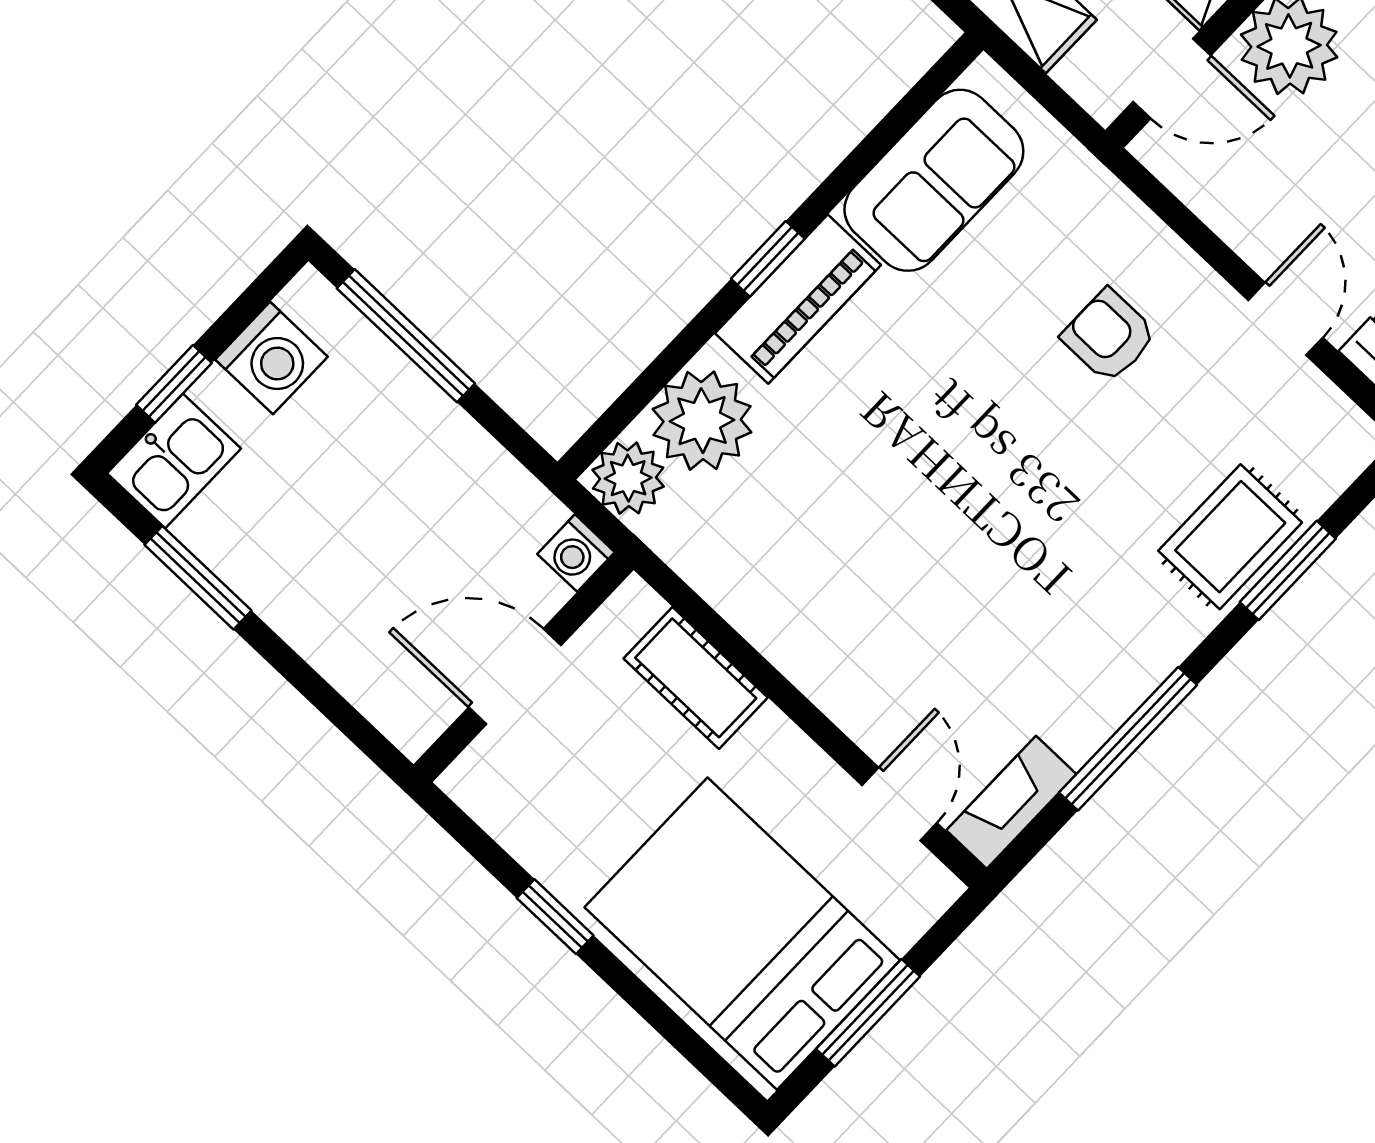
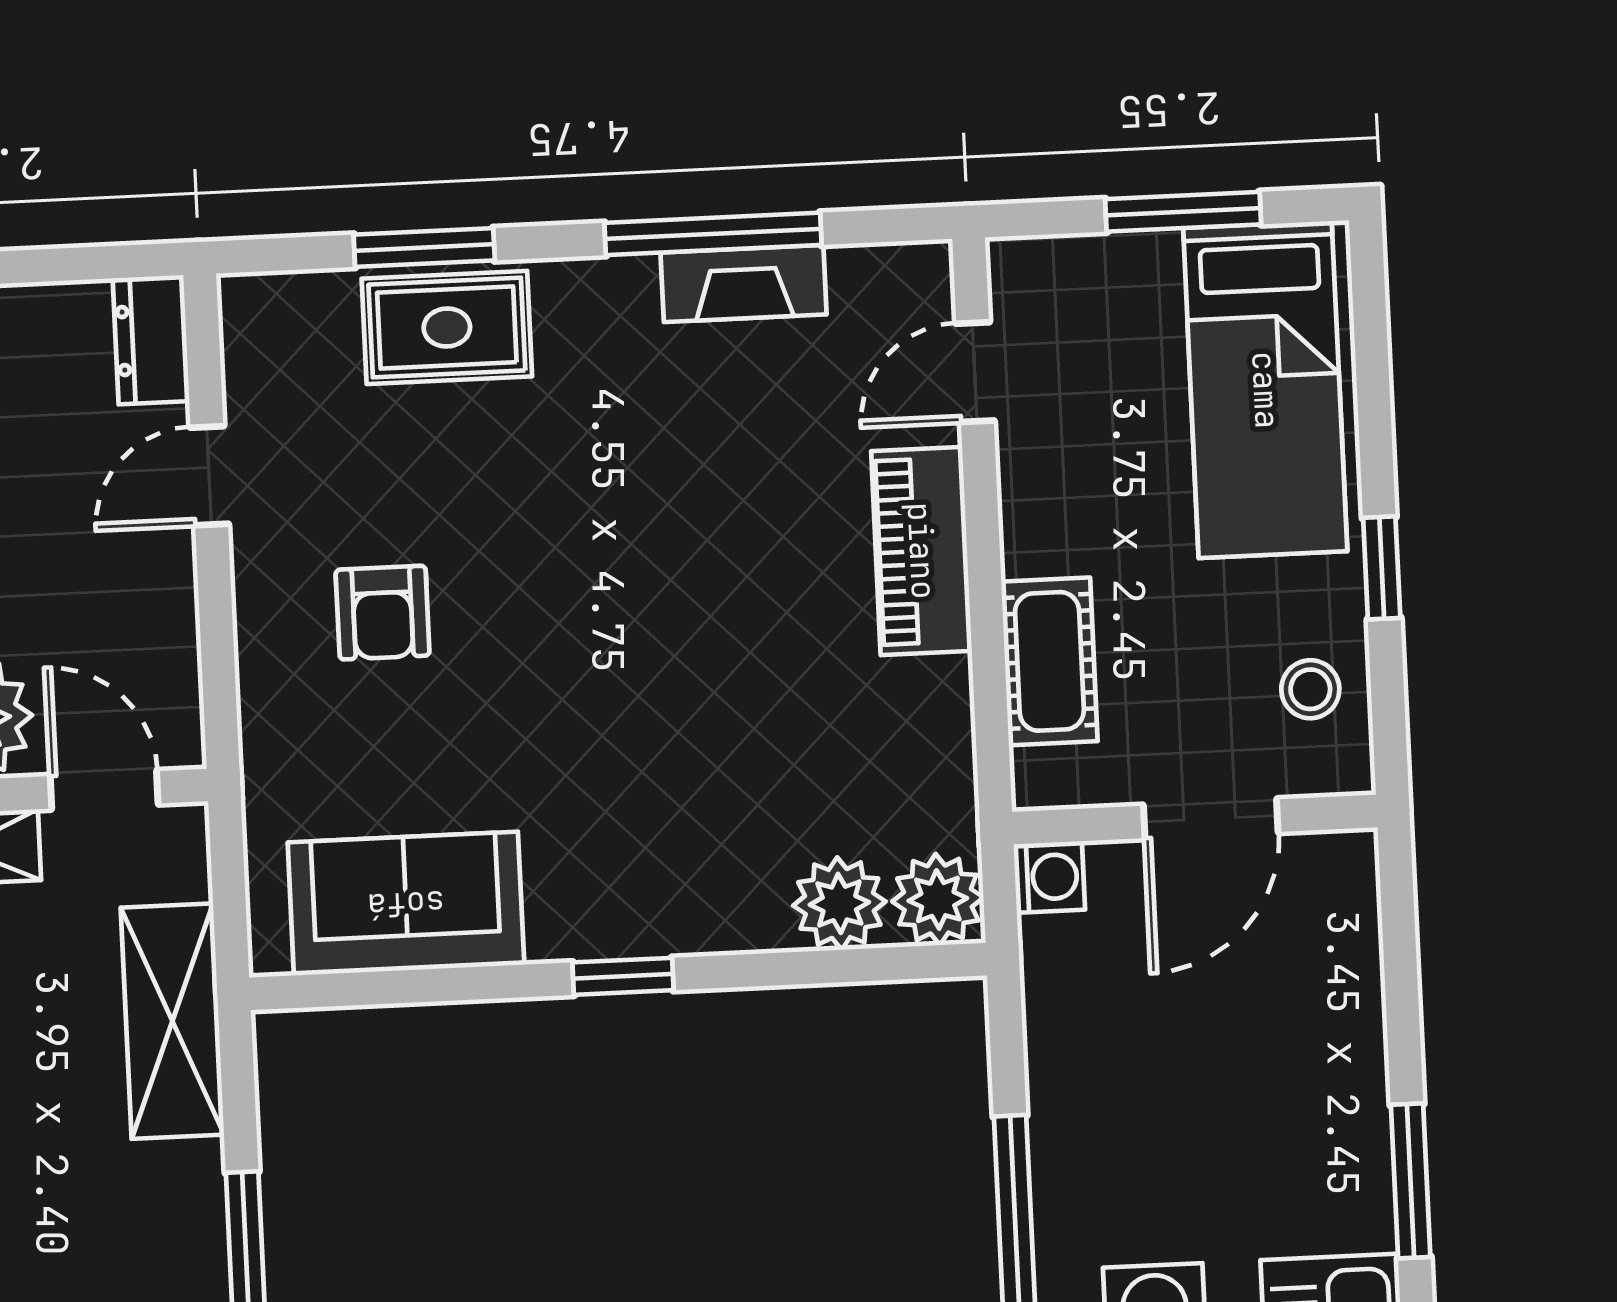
piano: (798, 299) -> (921, 551), moved, turned -90
plant: (702, 421) -> (839, 903), width x0.73, depth x0.73
door: (515, 676) -> (1211, 819), hinge flipped
fireplace: (1011, 802) -> (744, 284), moved
stool: (529, 807) -> (1310, 689), added
bed: (742, 934) -> (1265, 390), width x0.67

